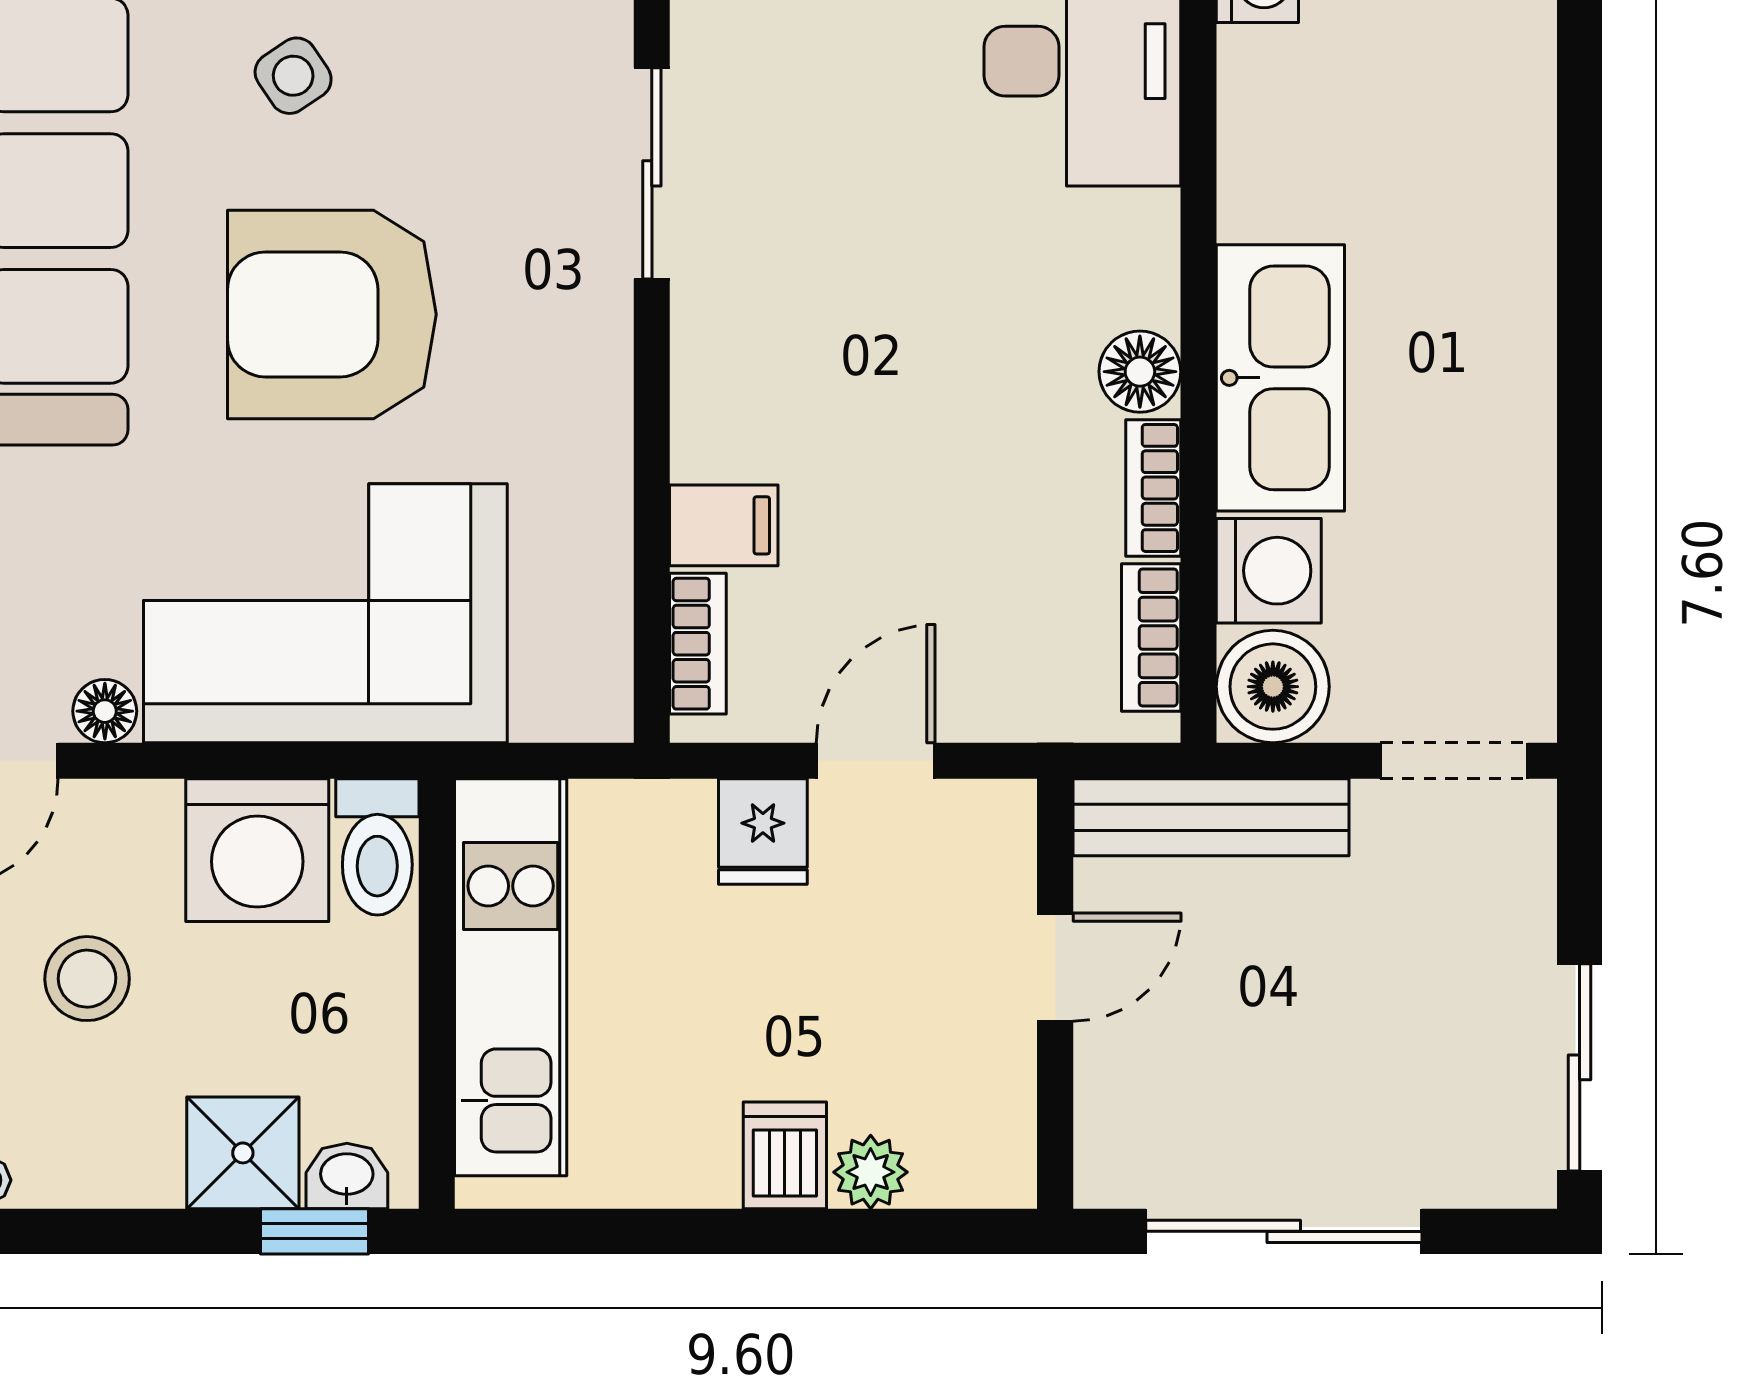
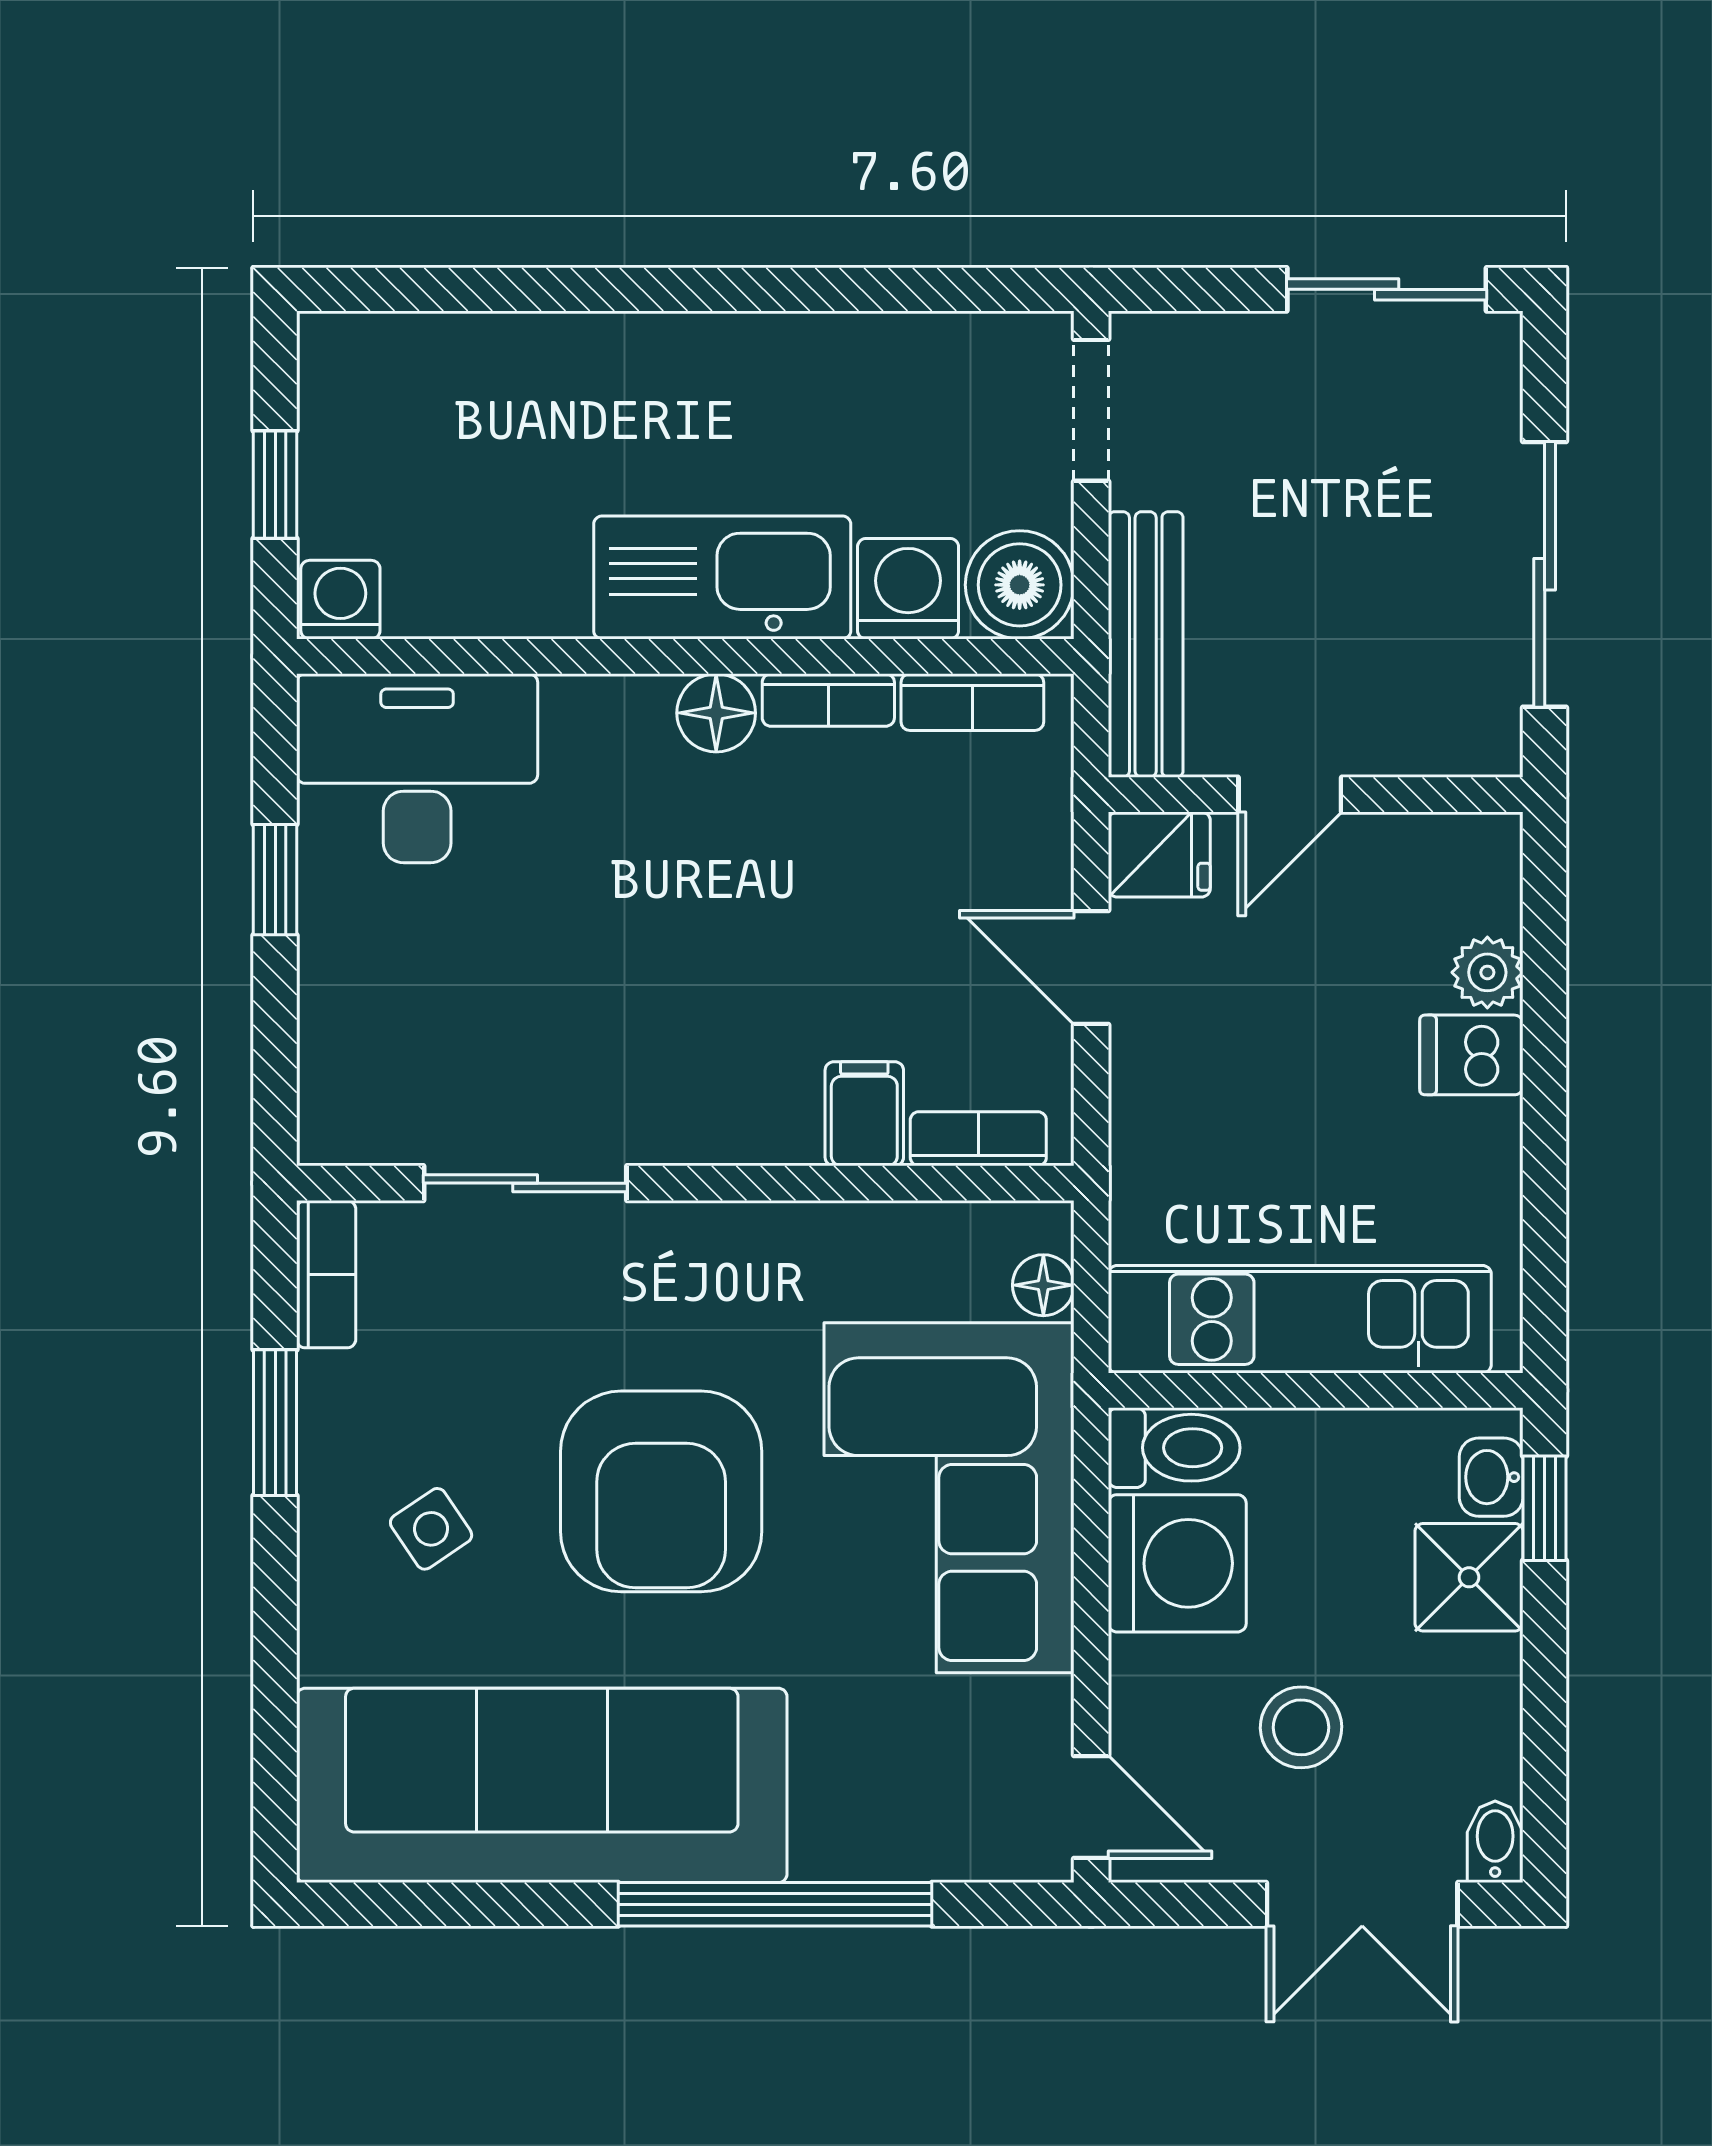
floor lamp: (105, 711) -> (1043, 1285), moved
fridge: (763, 832) -> (1159, 855), moved
door: (1055, 967) -> (1290, 795), swing flipped

